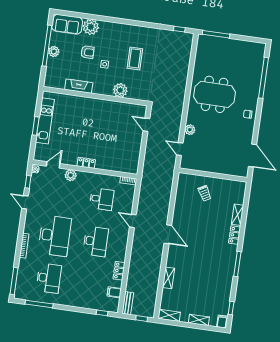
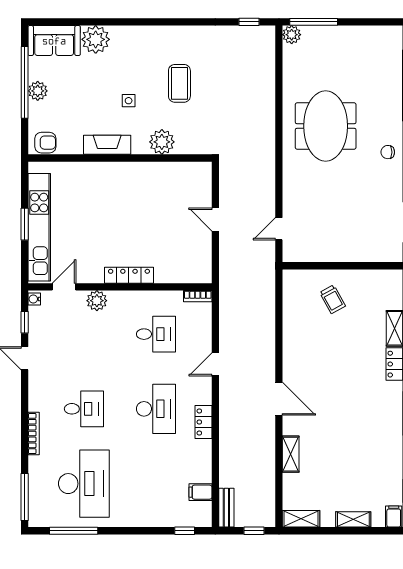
armchair: (88, 52) -> (45, 143), moved
fireplace: (79, 86) -> (107, 145), moved
meeting table: (215, 94) -> (326, 126), turned 90
kitchen unit: (45, 121) -> (39, 227), width x1.36
door: (146, 125) -> (215, 219), moved
plant: (190, 130) -> (292, 35), moved
door: (180, 149) -> (279, 229), hinge flipped
locker: (86, 163) -> (129, 275), width x1.53
door: (133, 221) -> (215, 364), hinge flipped
door: (168, 234) -> (279, 399), moved
desk: (55, 236) -> (84, 409), width x0.53, depth x0.77
locker: (119, 271) -> (203, 422), moved
desk: (49, 278) -> (84, 484), width x1.36, depth x1.30

